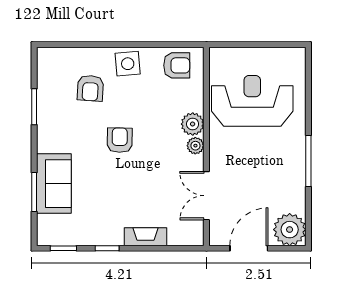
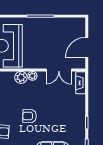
plant: (290, 230) -> (77, 26), removed
fireplace: (146, 237) -> (81, 83), moved
door: (249, 248) -> (87, 48), hinge flipped

